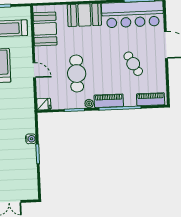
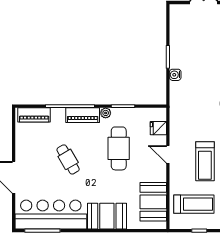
cafe table: (133, 64) -> (68, 159), moved
fridge: (44, 104) -> (158, 128), moved

